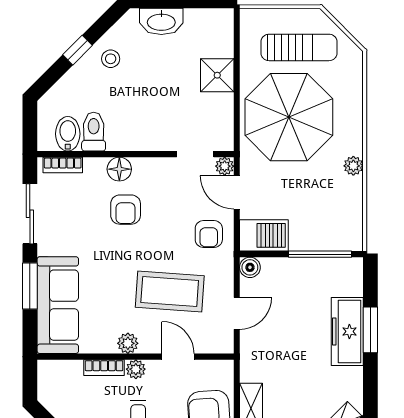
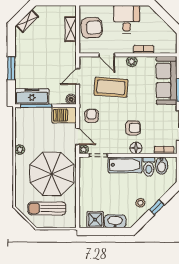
shower: (217, 75) -> (95, 220), moved
bathtub: (141, 135) -> (125, 165), added
armchair: (126, 210) -> (133, 128), turned 90
freezer: (347, 331) -> (32, 96), moved, turned -90
plant: (136, 369) -> (128, 49), removed

